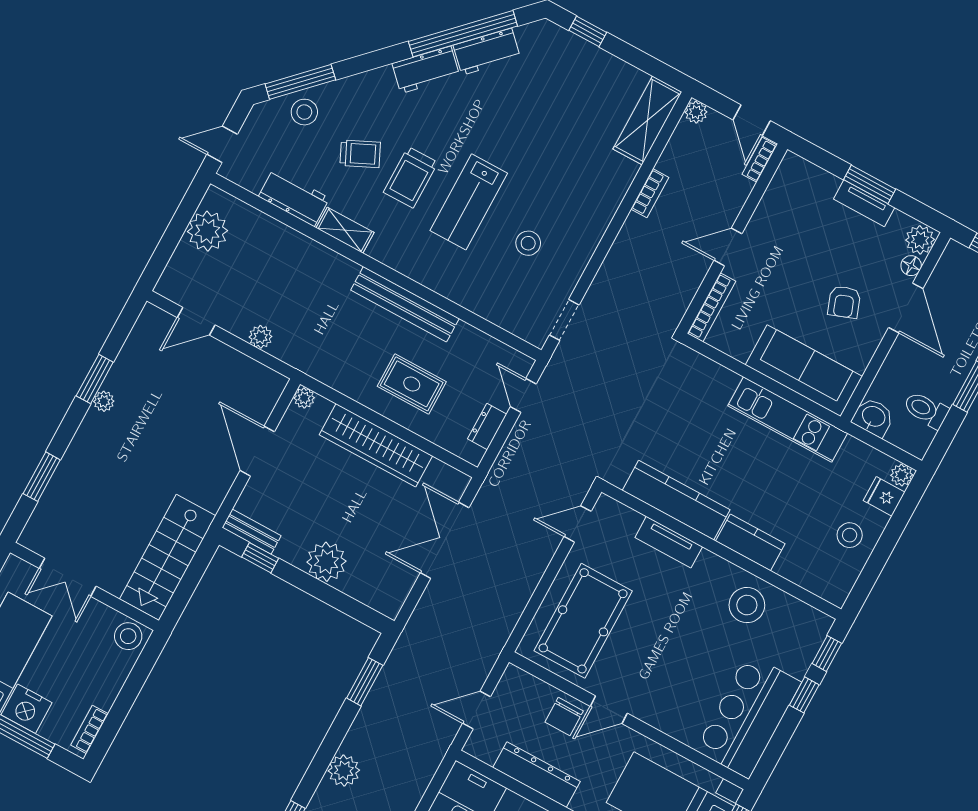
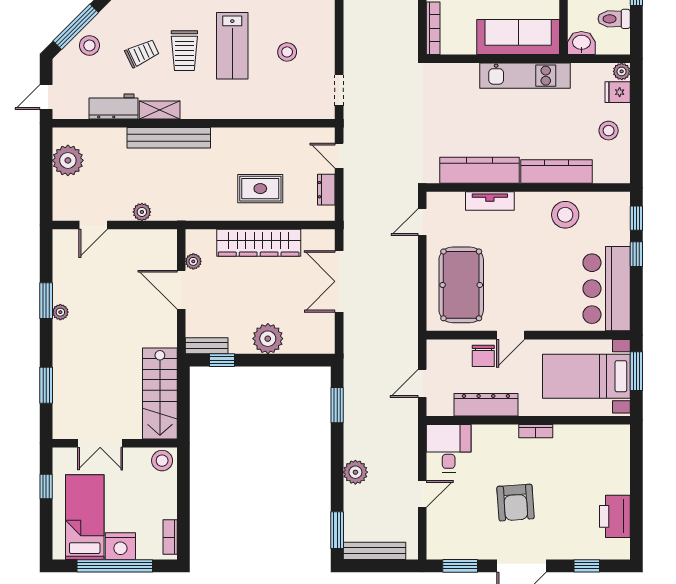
bench: (405, 304) -> (169, 138), moved
plant: (304, 398) -> (193, 261), moved
kitchen counter: (750, 542) -> (557, 172), width x1.50

